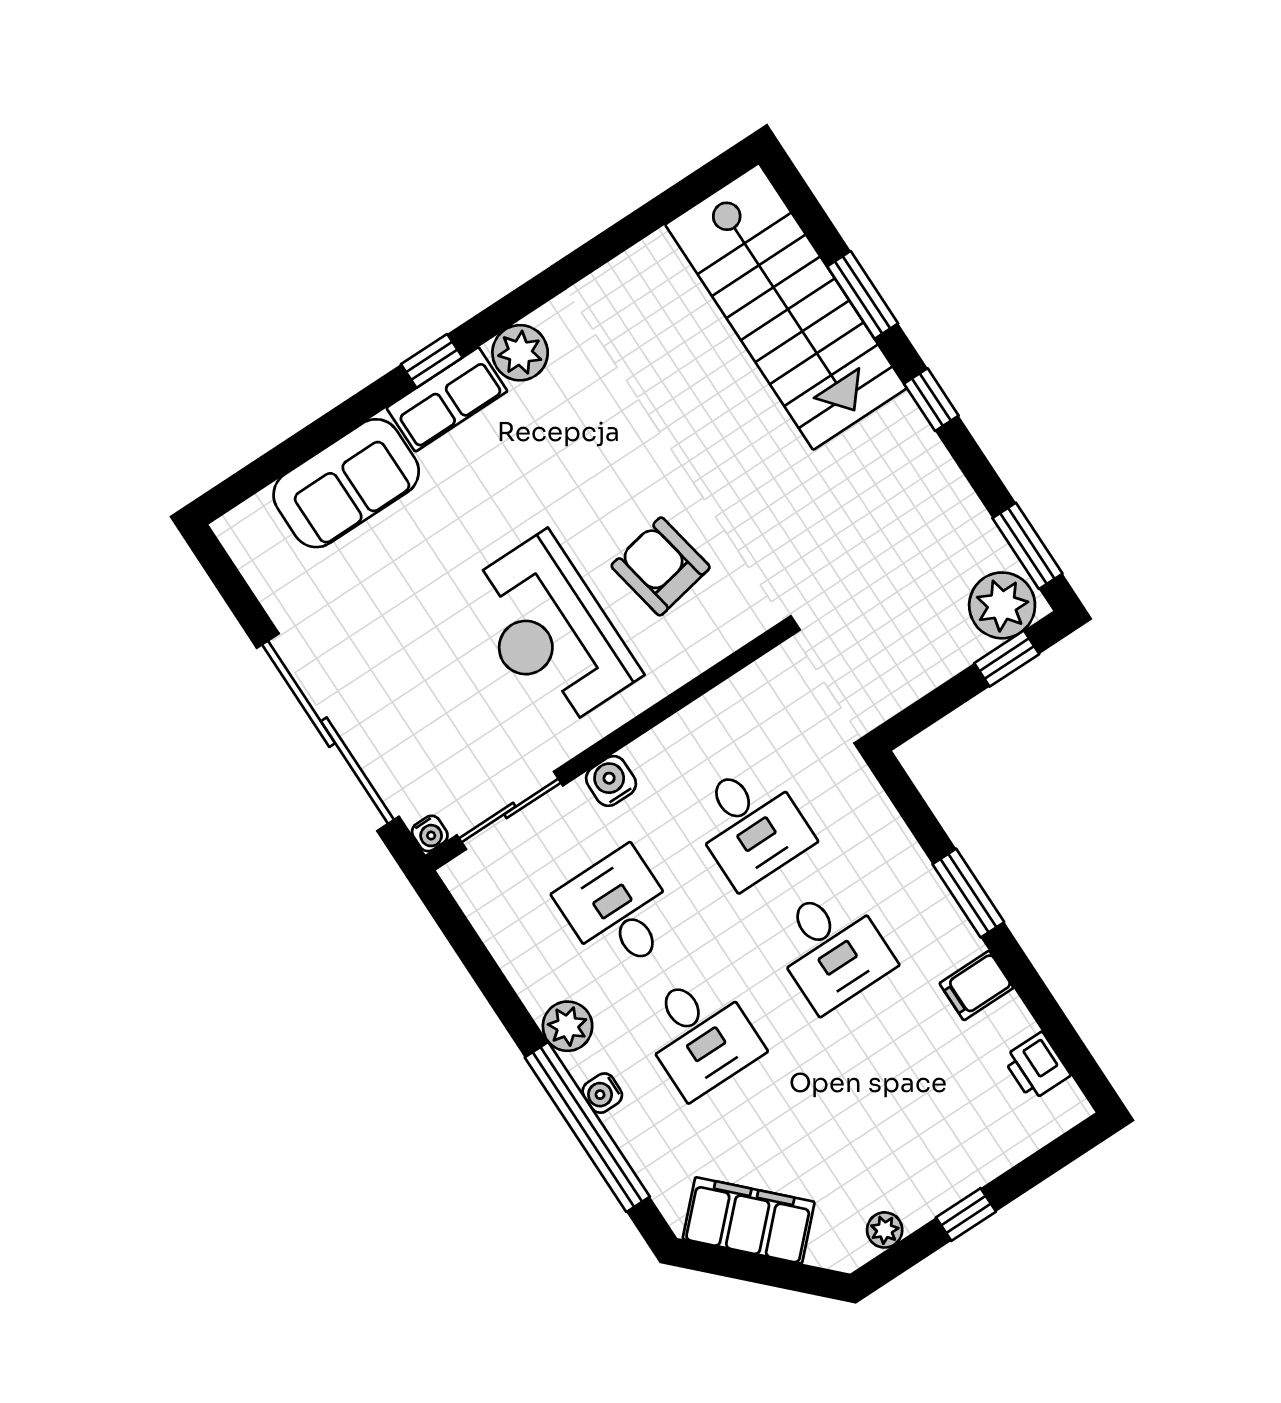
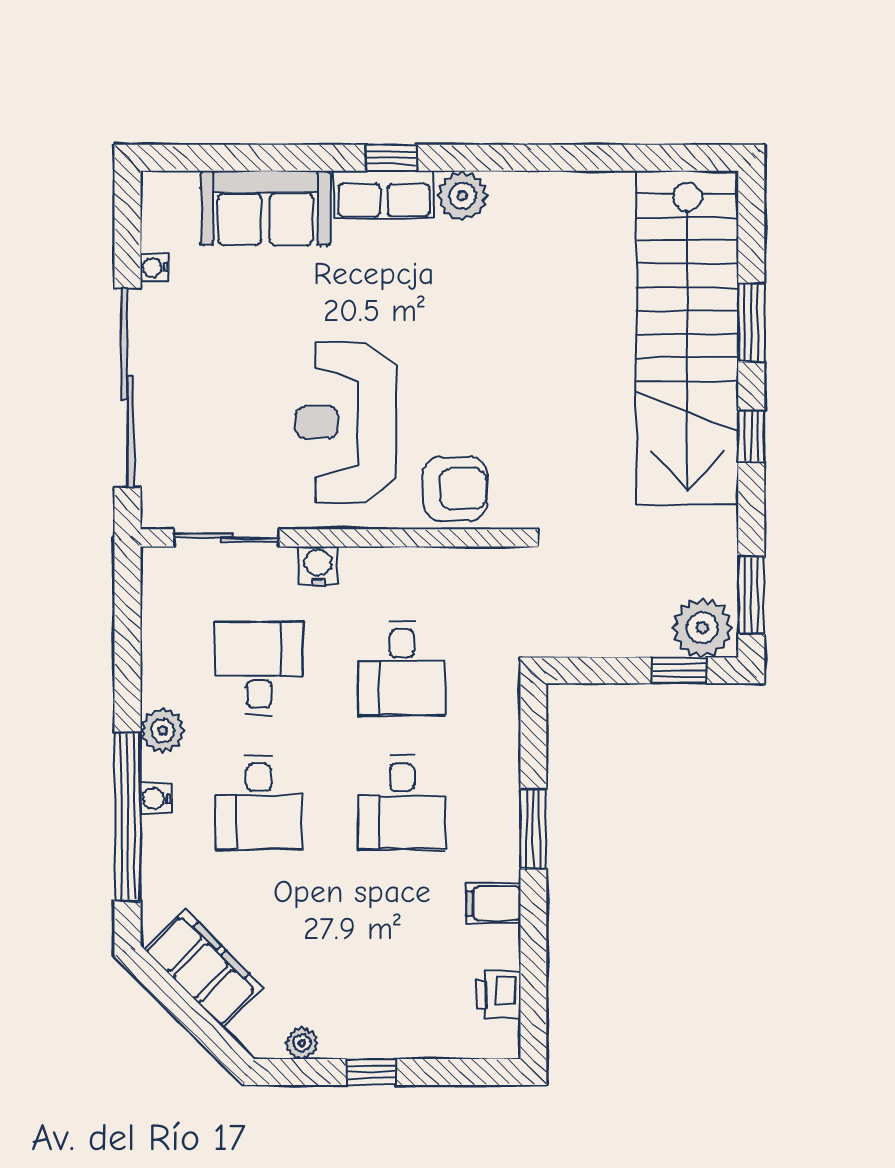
stairs: (786, 306) -> (687, 338), width x1.36
armchair: (661, 566) -> (455, 489), moved, turned 101
water cooler: (430, 833) -> (154, 267), moved, turned 90

